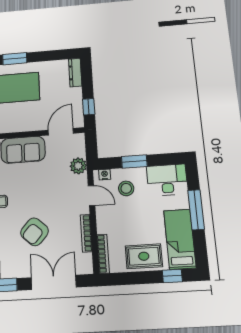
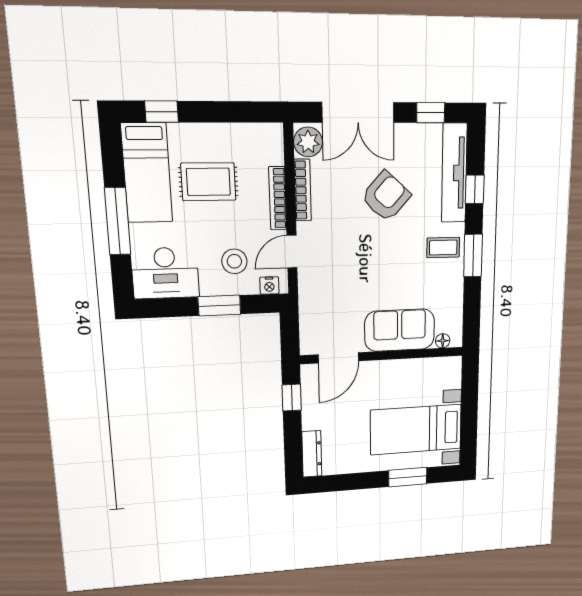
plant: (78, 166) -> (308, 142), moved
door: (91, 196) -> (292, 252), hinge flipped
bookcase: (103, 254) -> (278, 198), moved
rug: (144, 256) -> (208, 182), moved

